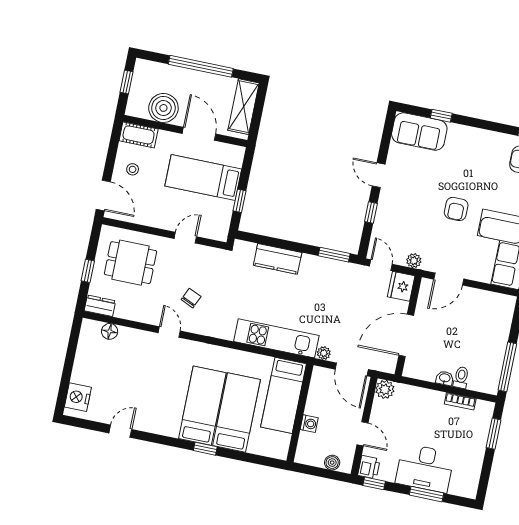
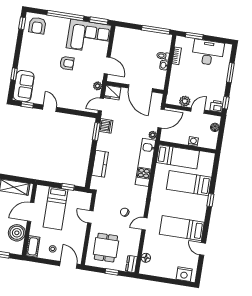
door: (379, 175) -> (50, 108), swing flipped
door: (103, 195) -> (68, 265), hinge flipped
window: (371, 212) -> (27, 105), moved
dishwasher: (343, 272) -> (106, 126), added
plant: (385, 389) -> (185, 101), moved
bed: (202, 406) -> (182, 228), moved
desk: (425, 468) -> (208, 53), moved, turned -90

